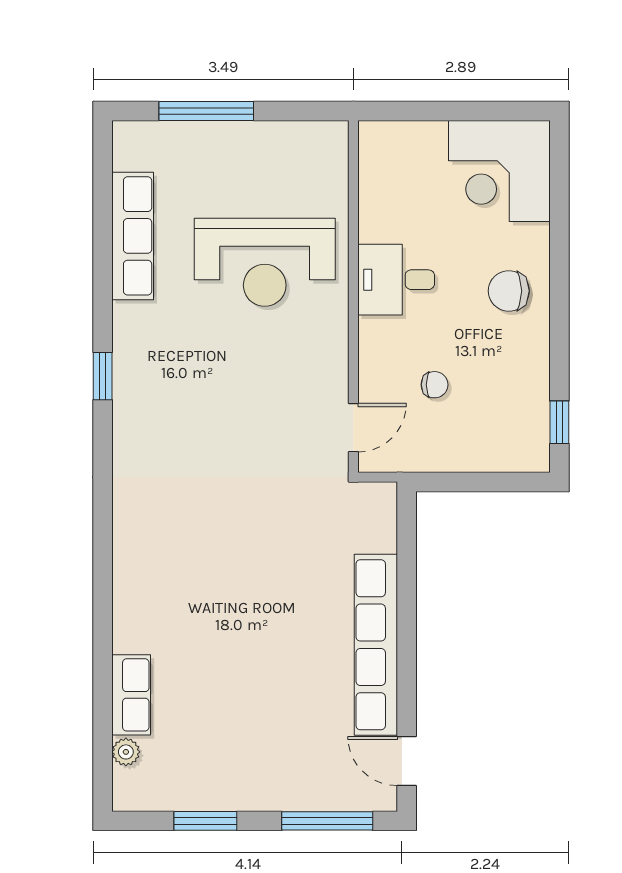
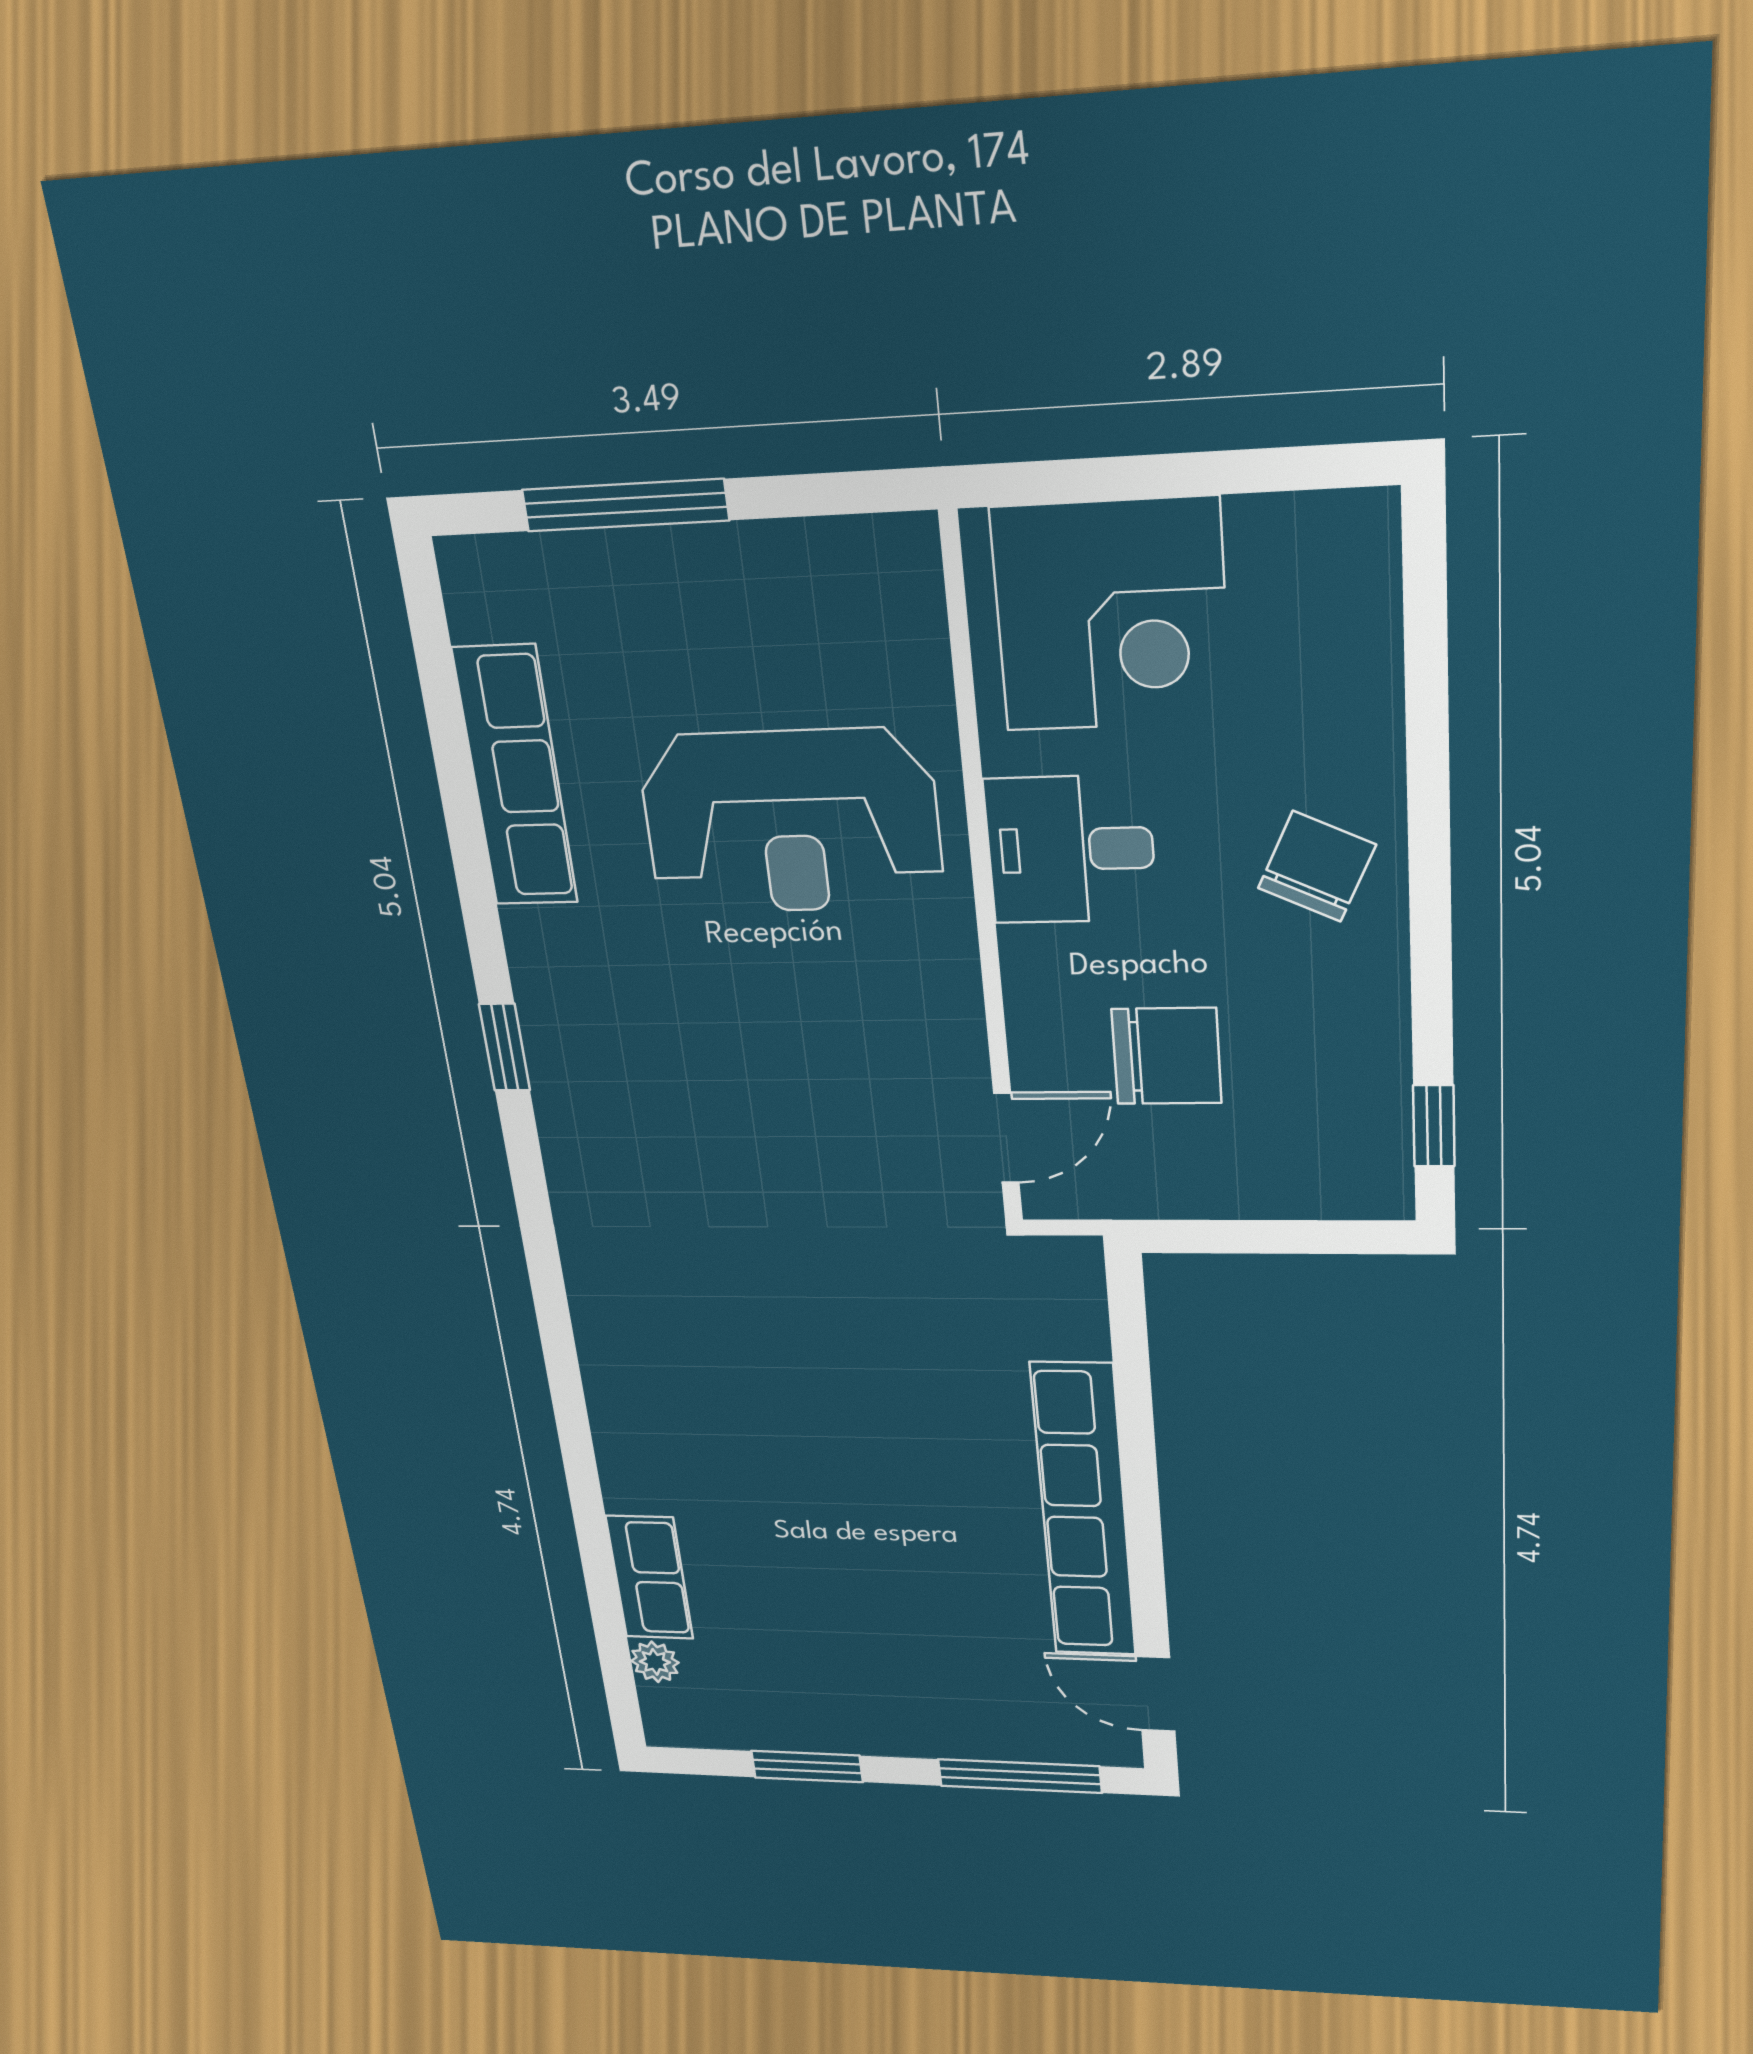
corner desk: (499, 171) -> (1111, 615), moved, turned -90
chair: (509, 291) -> (1317, 866), turned 115
chair: (435, 385) -> (1167, 1056), width x1.87, depth x1.87

